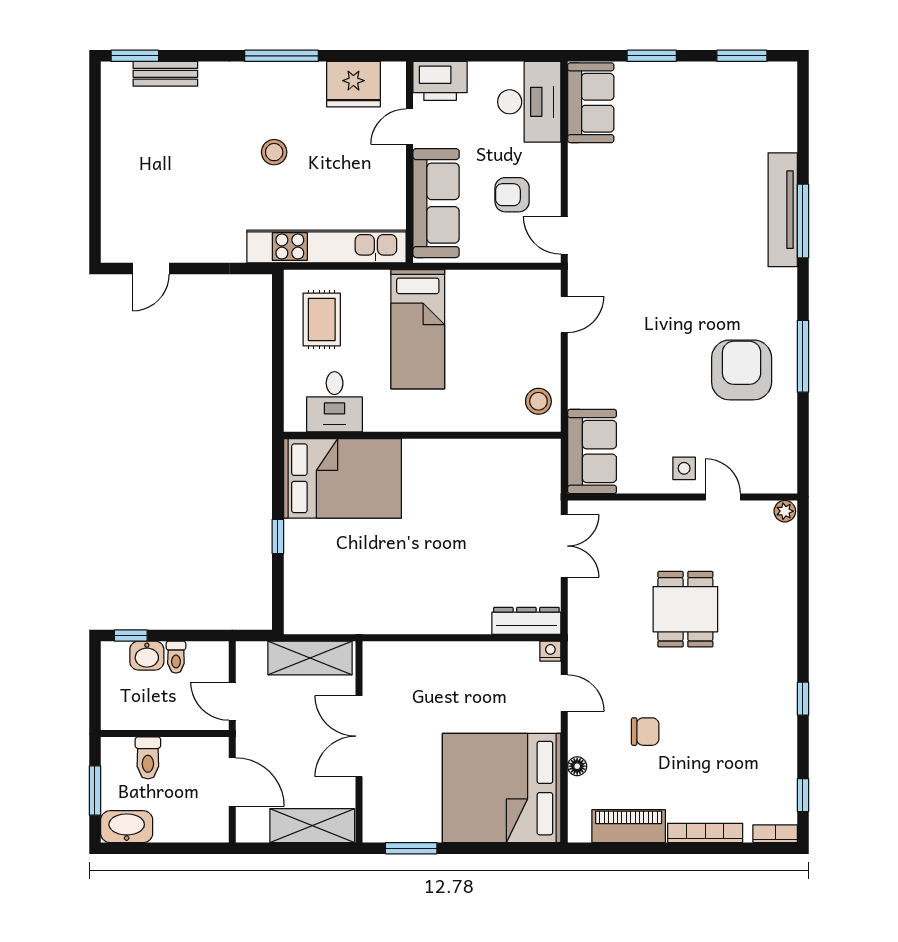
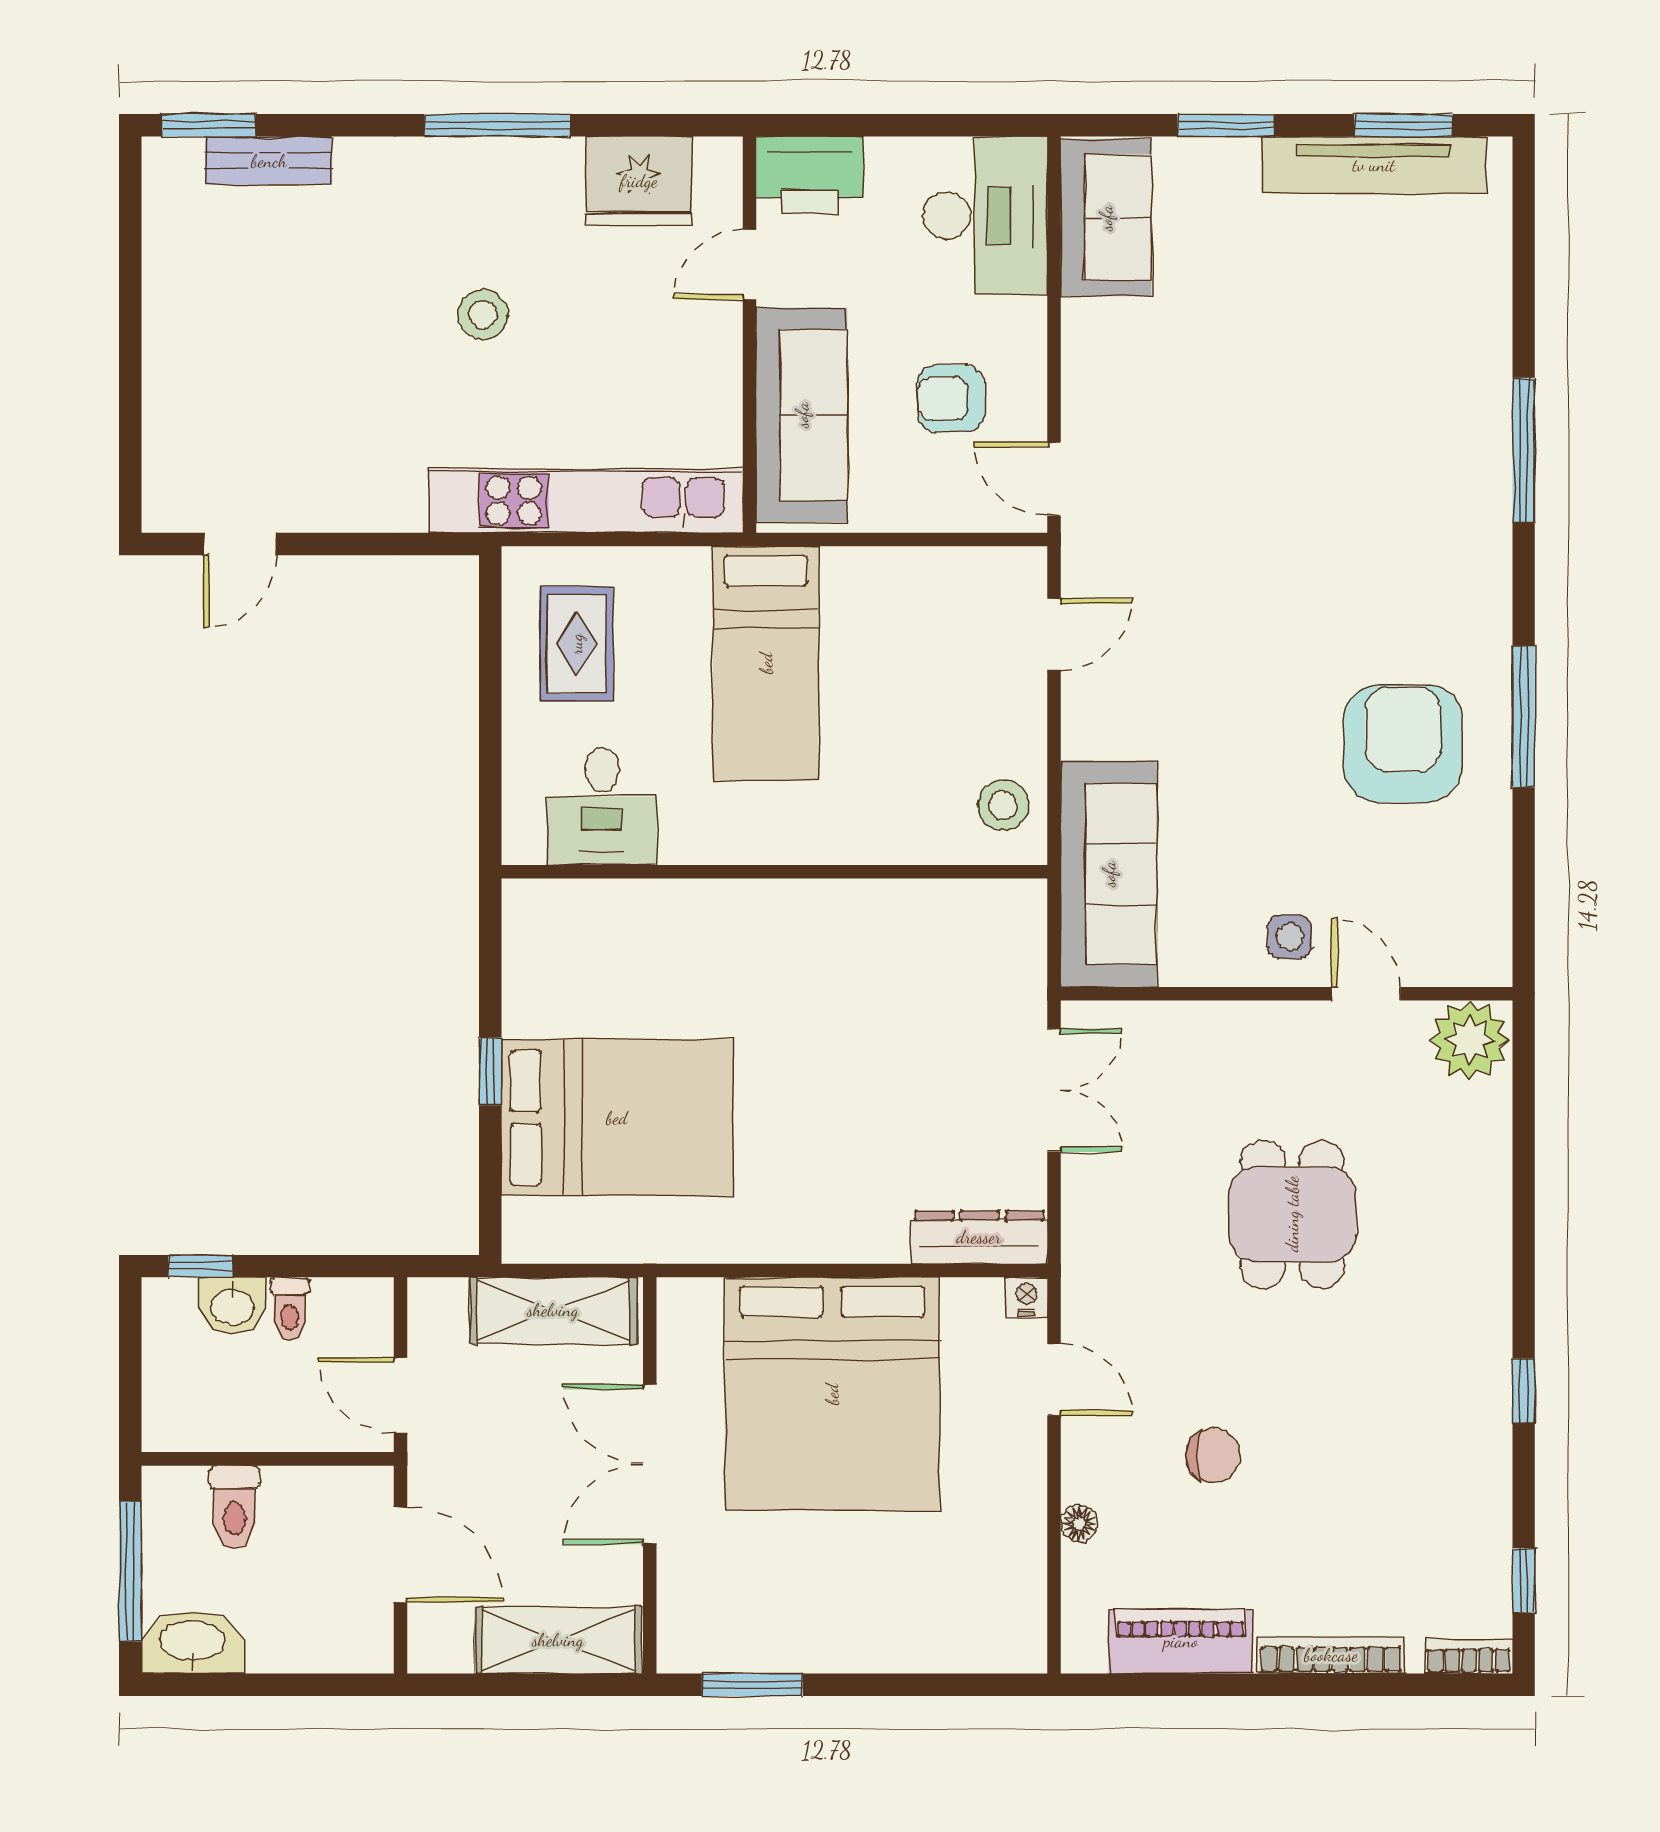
tv unit: (783, 210) -> (1374, 165), moved, turned -90
sofa: (592, 451) -> (1109, 874), width x1.36
bed: (342, 478) -> (617, 1118), moved
plant: (785, 511) -> (1470, 1040), width x1.88, depth x1.88
bed: (502, 788) -> (832, 1394), moved, turned -90
window: (95, 791) -> (130, 1571), width x1.44

